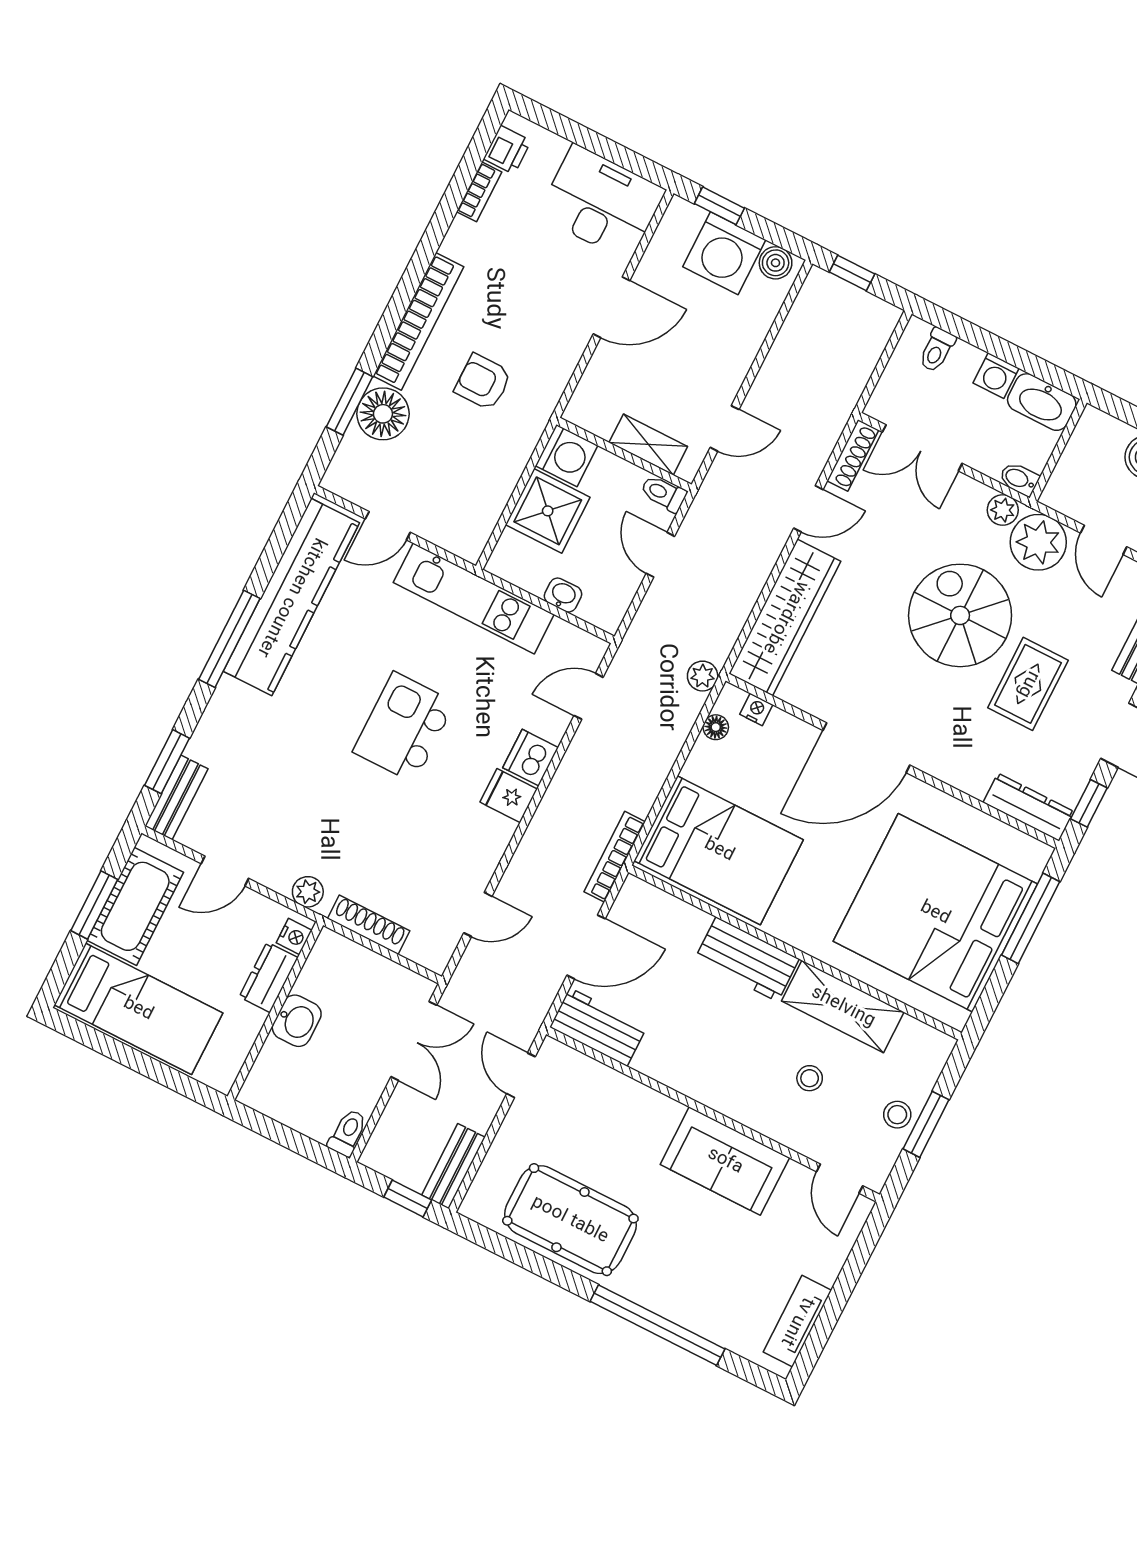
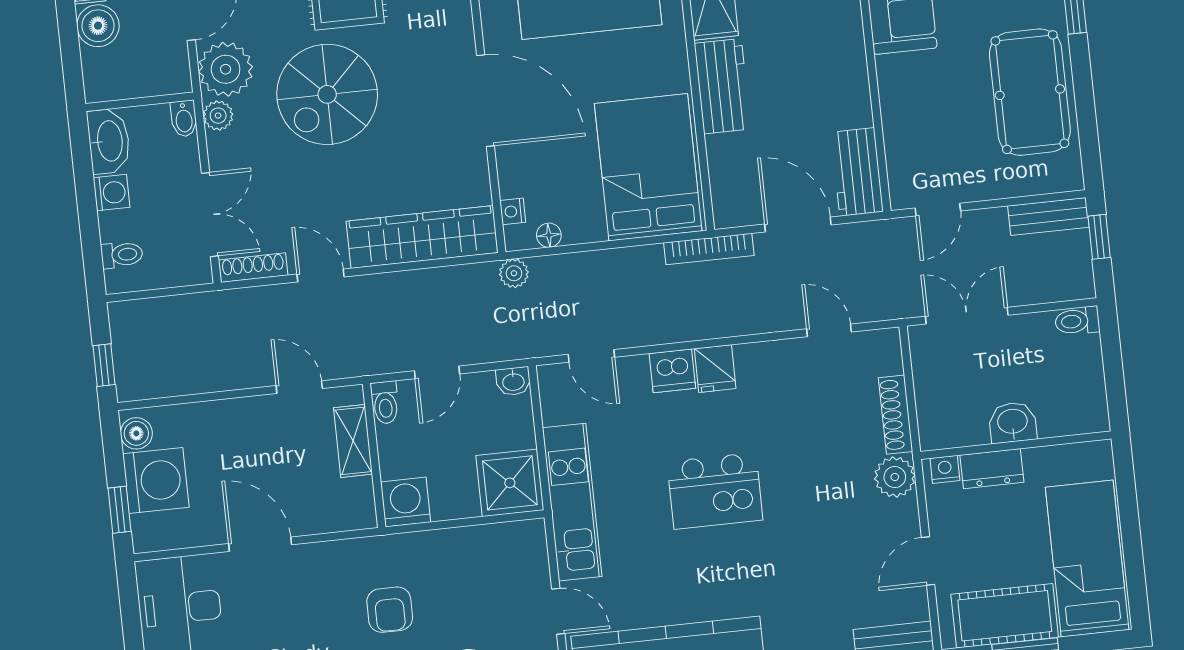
shower: (548, 511) -> (510, 483), moved
washbasin: (563, 595) -> (513, 381), moved, turned -90
door: (225, 871) -> (928, 561), swing flipped
plant: (308, 892) -> (895, 477), width x1.38, depth x1.38

